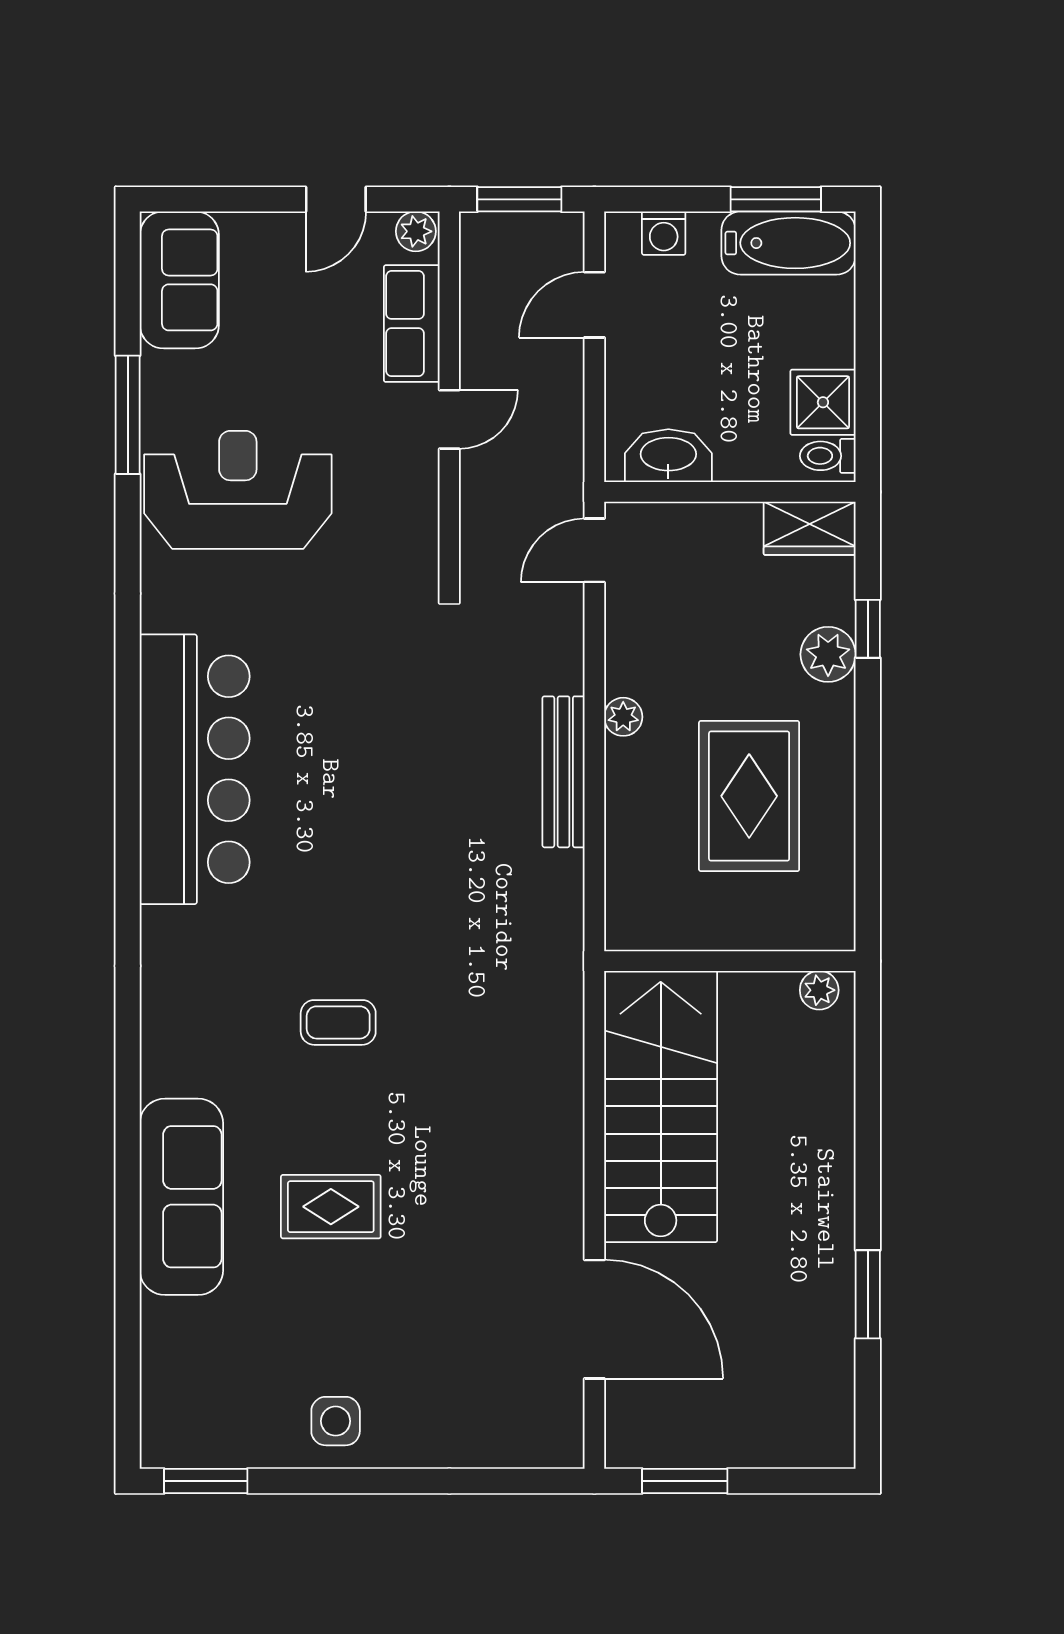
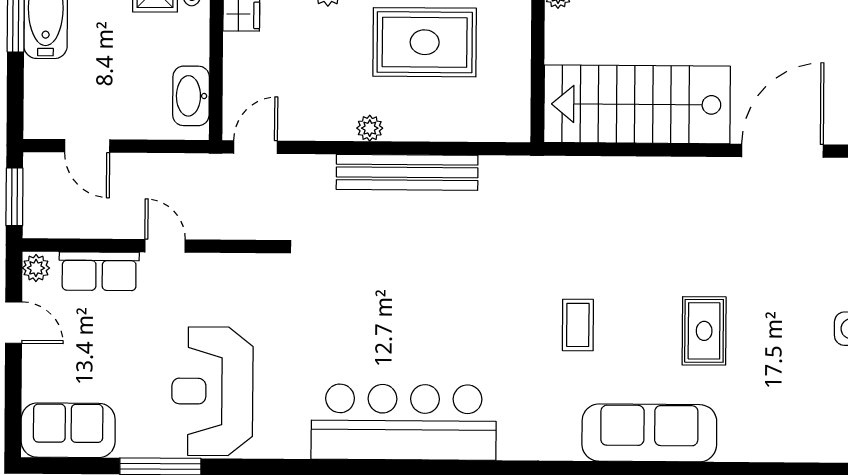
washing machine: (664, 233) -> (38, 98), removed
door: (594, 550) -> (256, 147), swing flipped
bench: (564, 772) -> (407, 172), width x1.37, depth x1.21
sofa: (181, 1197) -> (649, 433), moved

